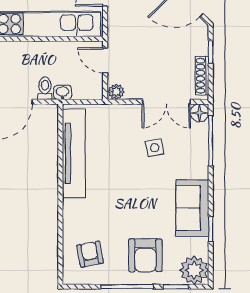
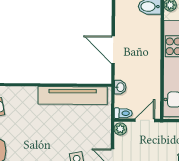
toilet: (45, 88) -> (123, 113), moved

